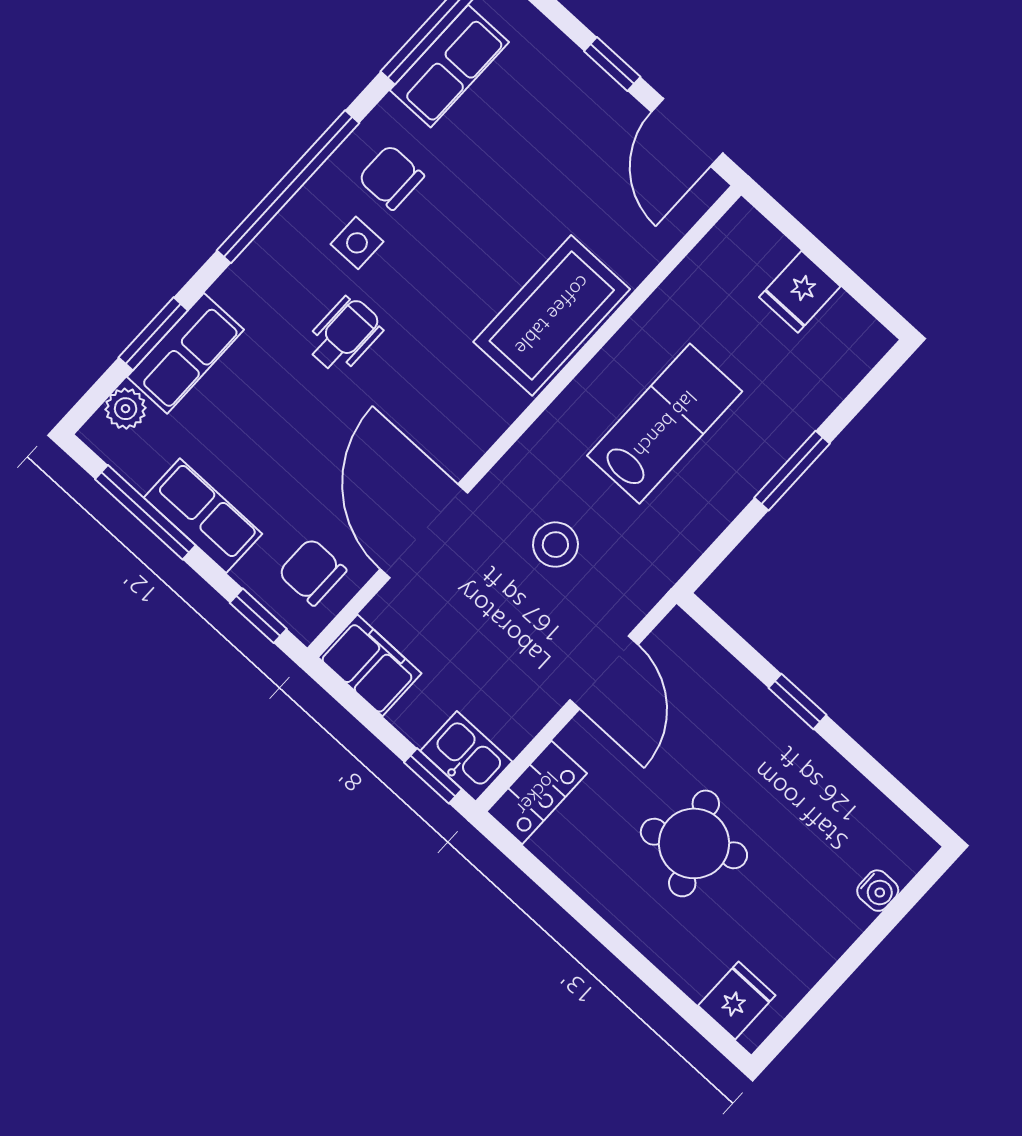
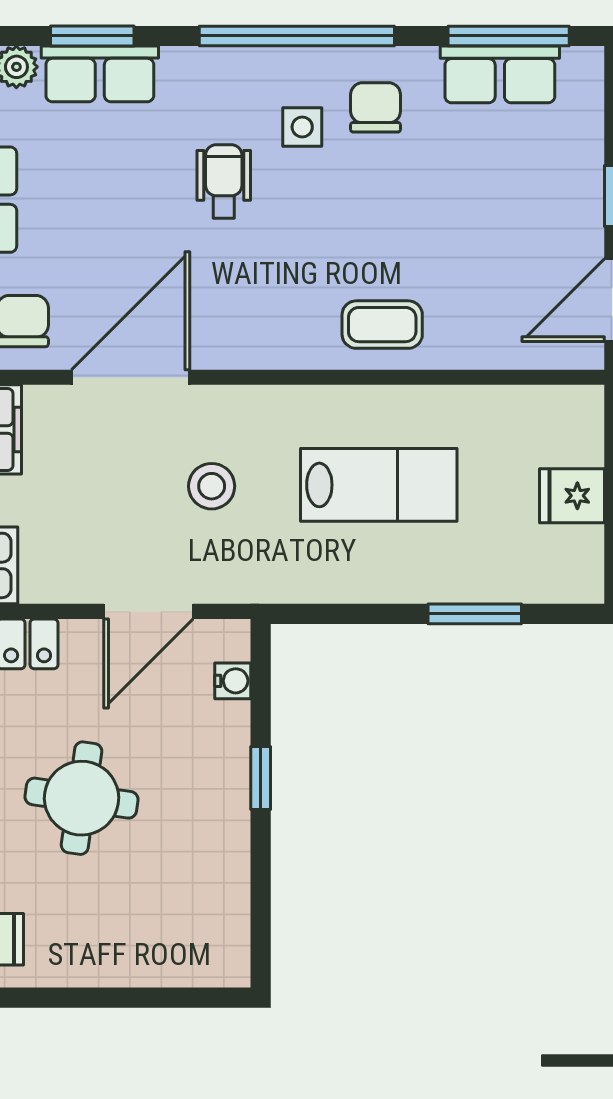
coffee table: (552, 315) -> (382, 325), width x0.54, depth x0.58
wheelchair: (344, 335) -> (224, 181), turned -90
window: (792, 471) -> (475, 614), moved
round table: (694, 843) -> (82, 798), turned 34
water cooler: (878, 891) -> (233, 681), moved, turned -90

